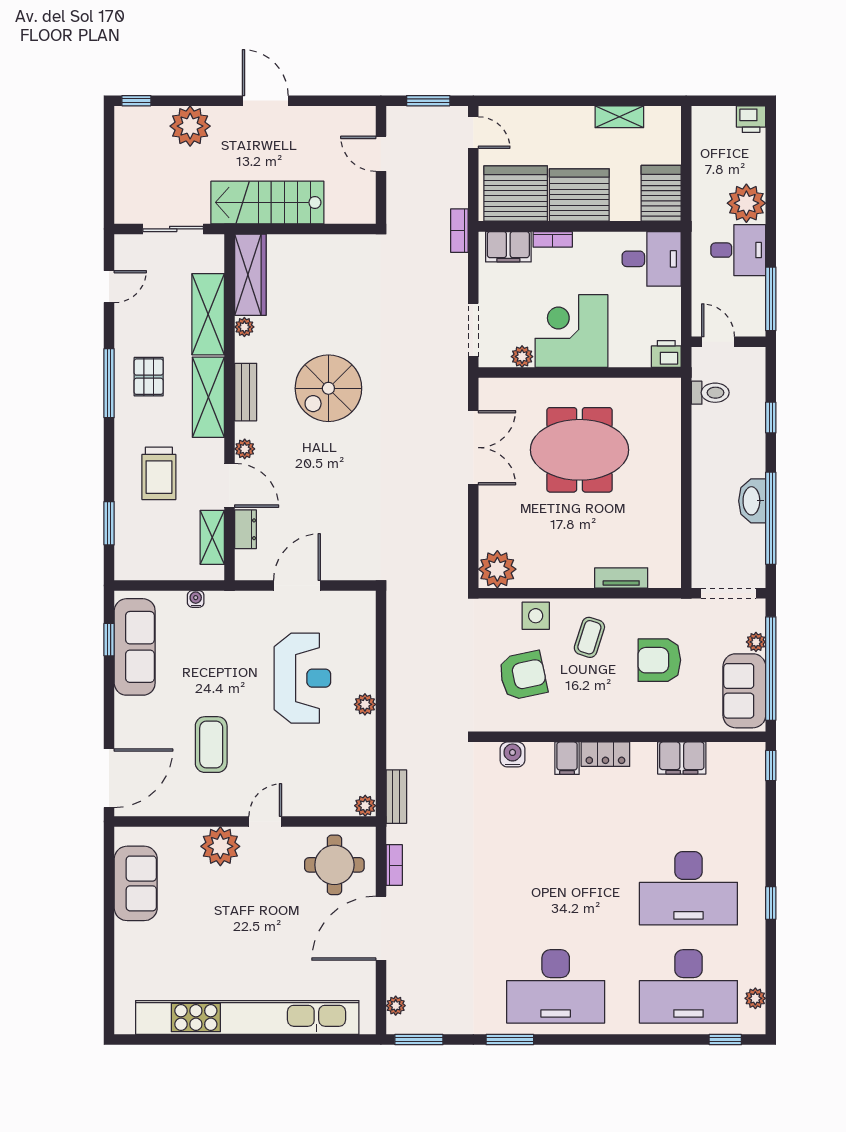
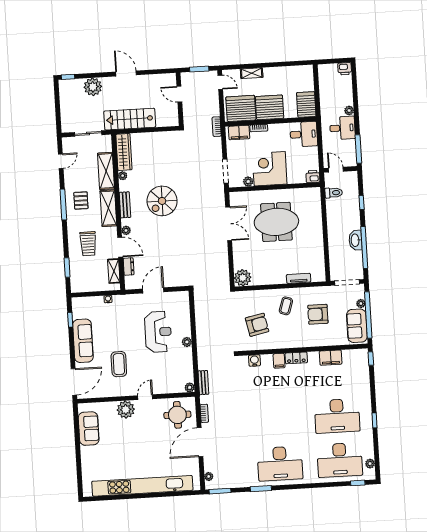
shelving: (619, 117) -> (252, 73), moved
plant: (746, 203) -> (349, 110), width x0.53, depth x0.53
side table: (536, 616) -> (261, 298), removed
sofa: (135, 647) -> (83, 341), moved

